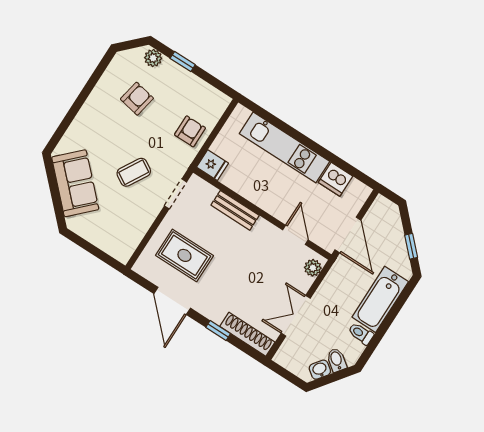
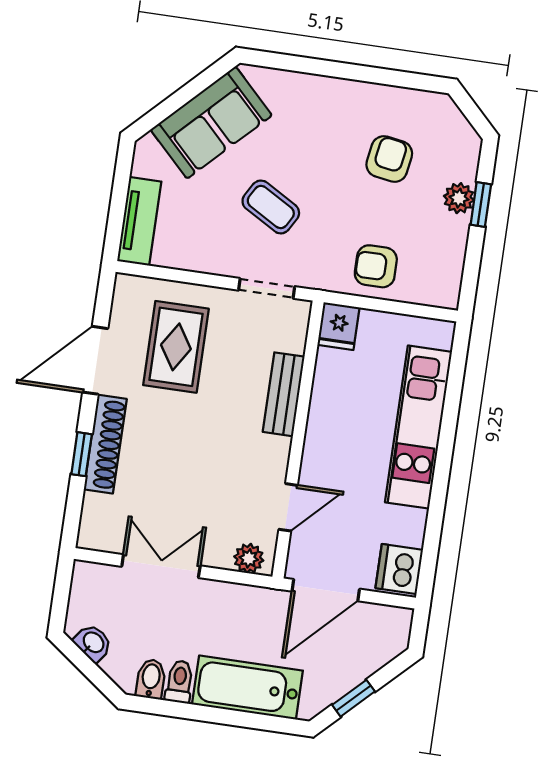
plant: (153, 58) -> (459, 198), moved
armchair: (137, 99) -> (389, 159), turned -92
armchair: (190, 131) -> (376, 266), turned 180
dishwasher: (336, 179) -> (399, 569), moved
tv unit: (110, 245) -> (139, 221), added
shoe rack: (247, 334) -> (105, 444), moved
bidet: (337, 360) -> (151, 679), moved, turned -37

